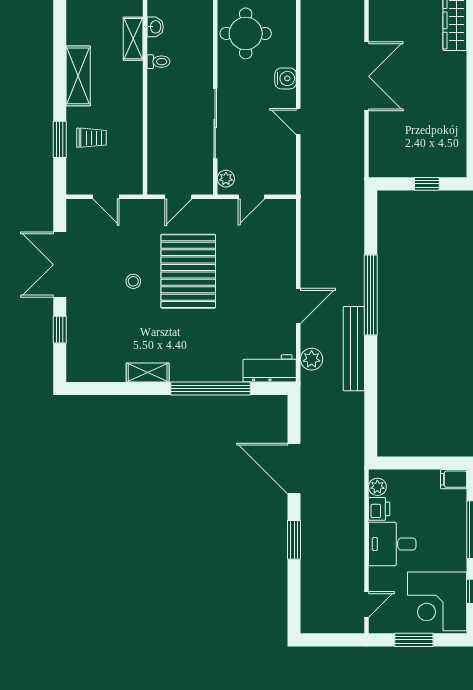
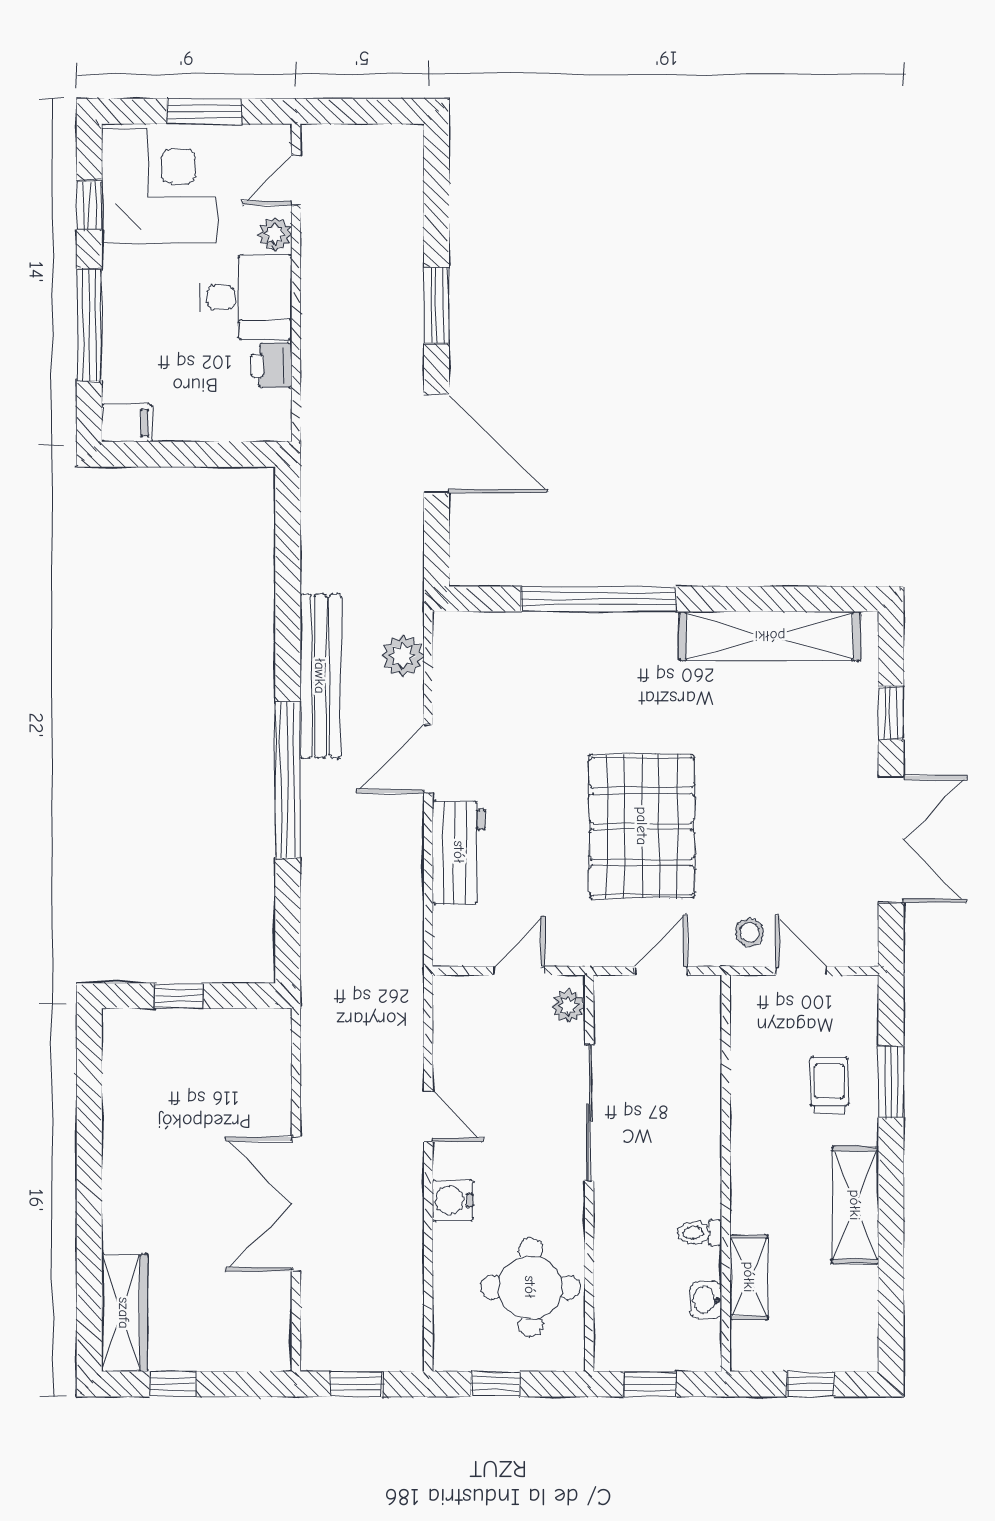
trolley: (92, 138) -> (829, 1085), turned 90
stool: (133, 281) -> (750, 933), moved
workbench: (270, 368) -> (459, 852), moved, turned -90
shelving: (148, 372) -> (770, 636), width x2.20, depth x1.33
plant: (377, 487) -> (275, 234), moved

